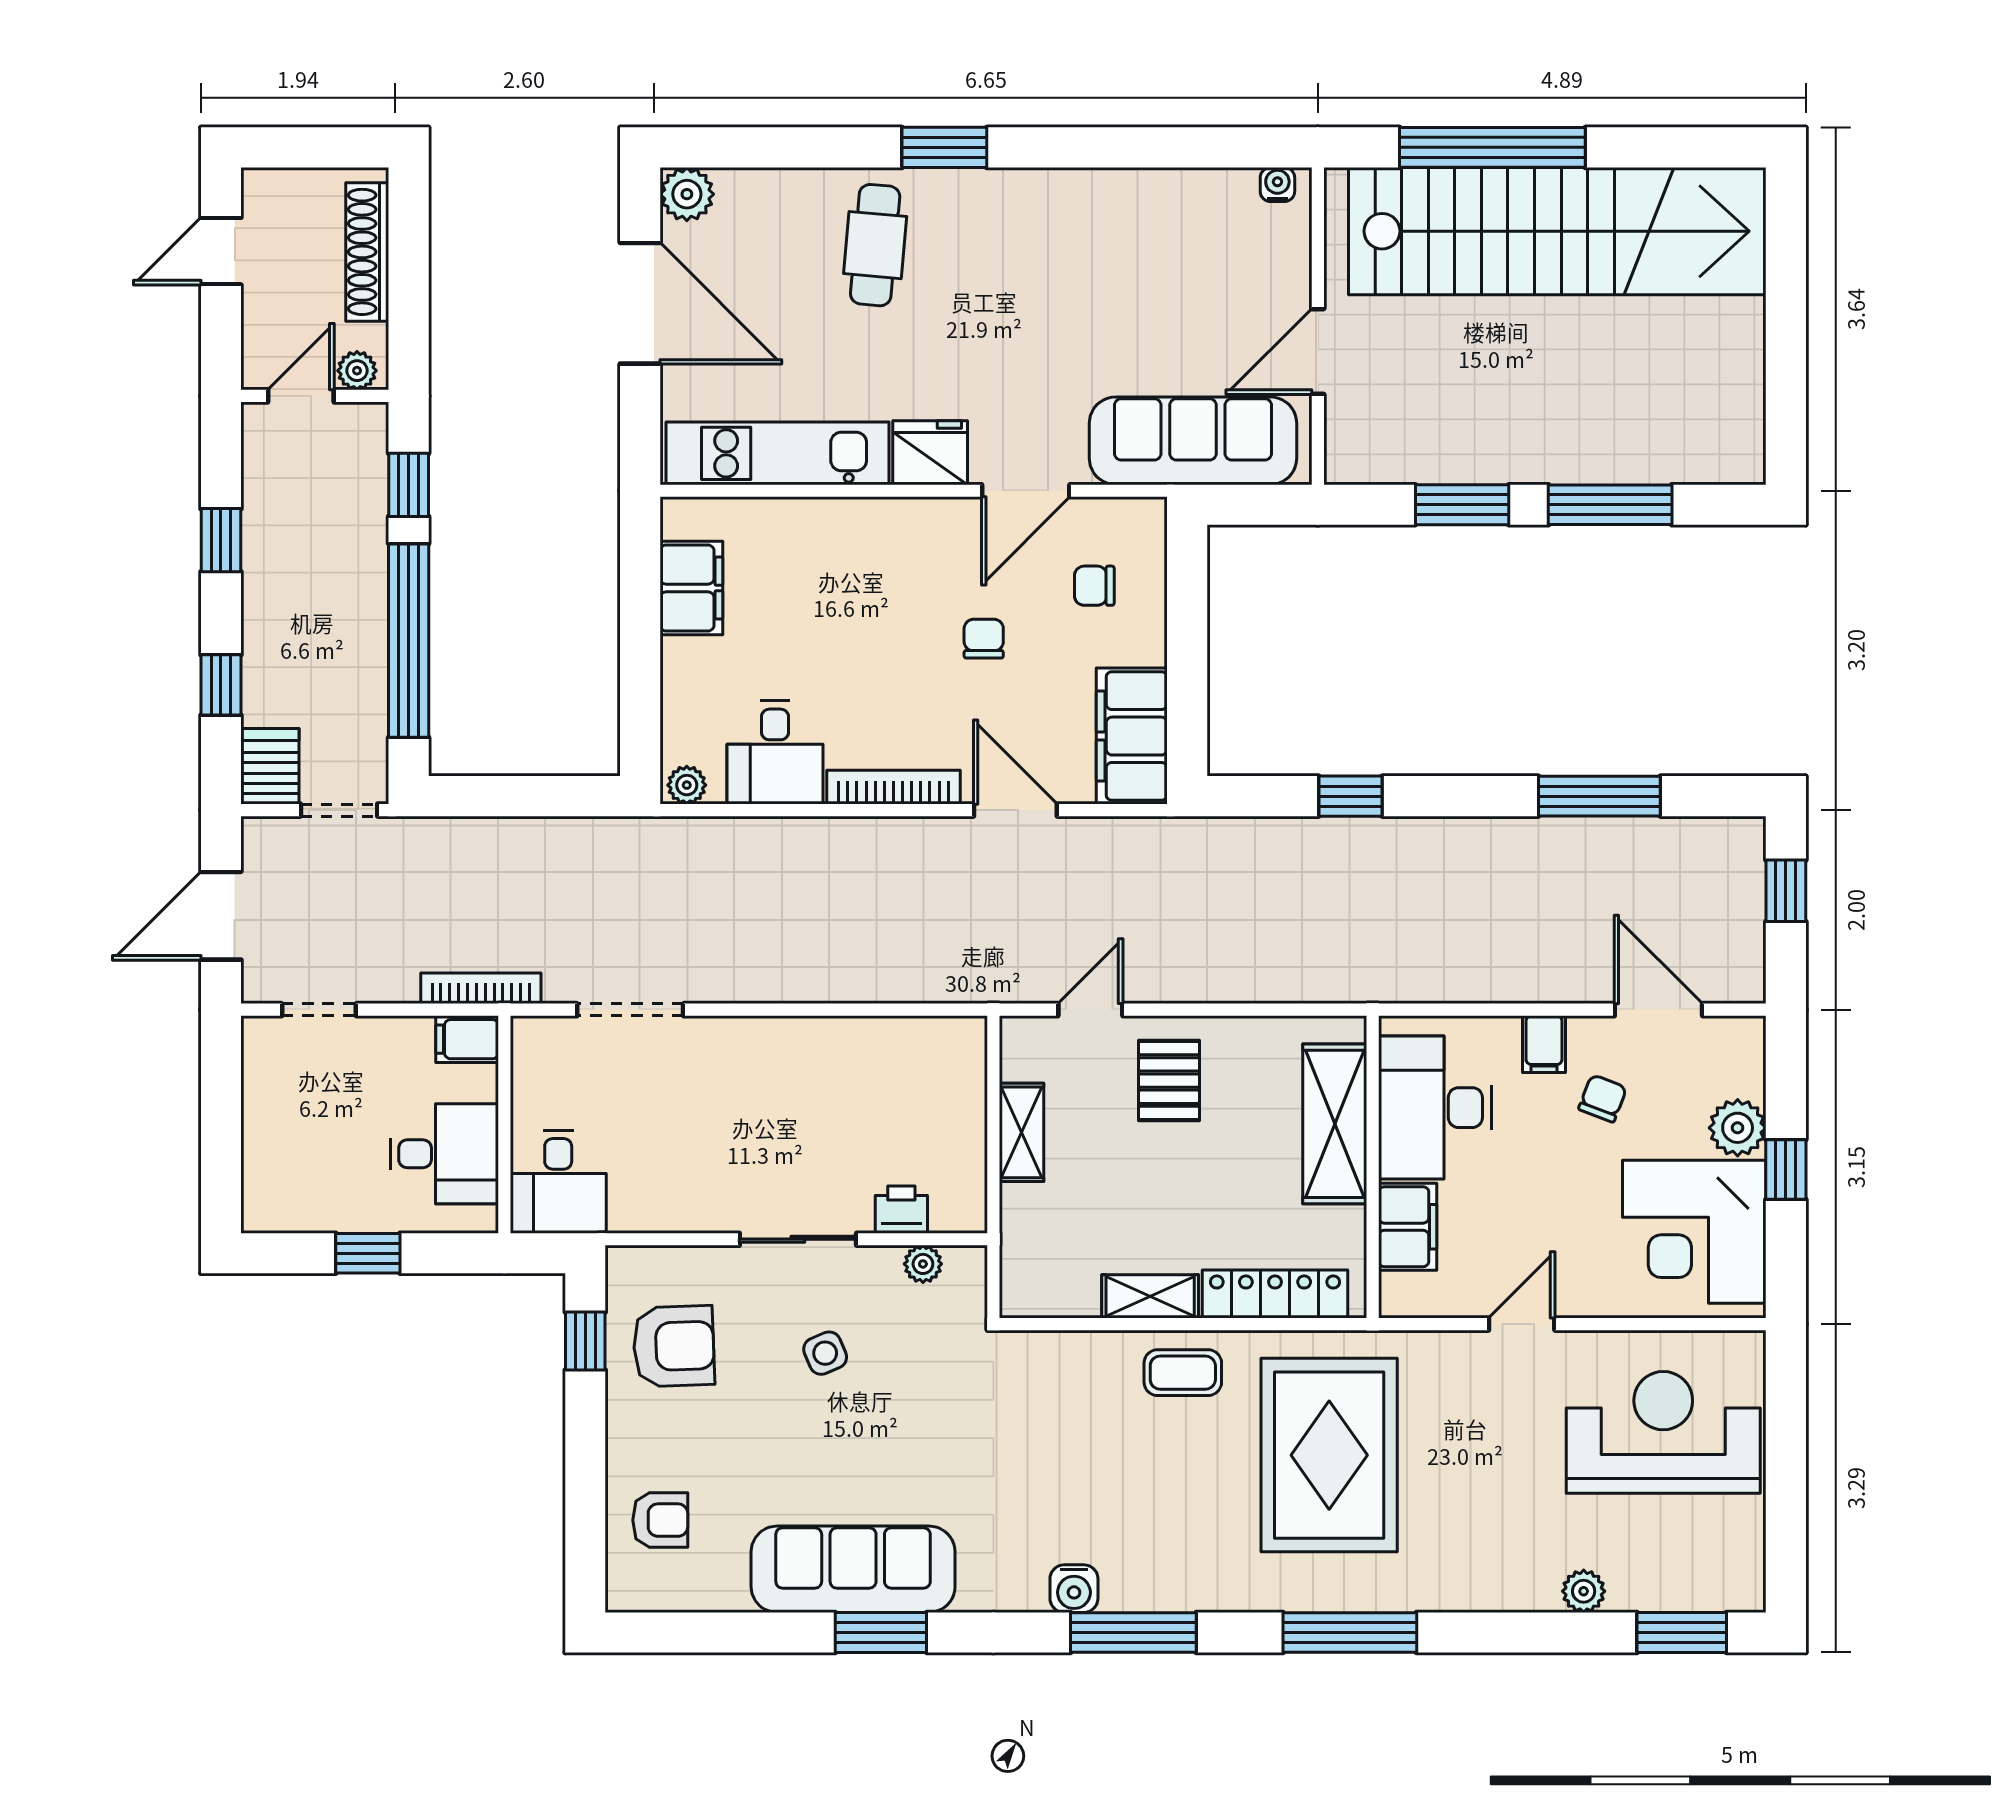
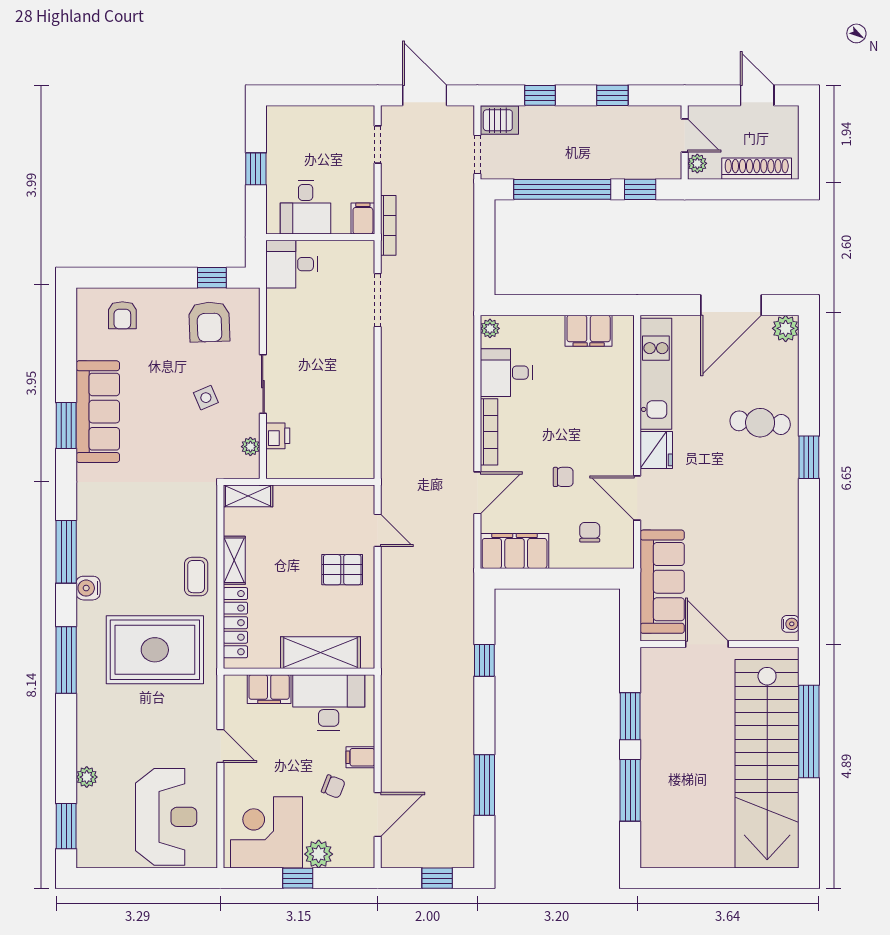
shelving: (1022, 1132) -> (248, 496), moved
water cooler: (1074, 1589) -> (88, 588), moved

